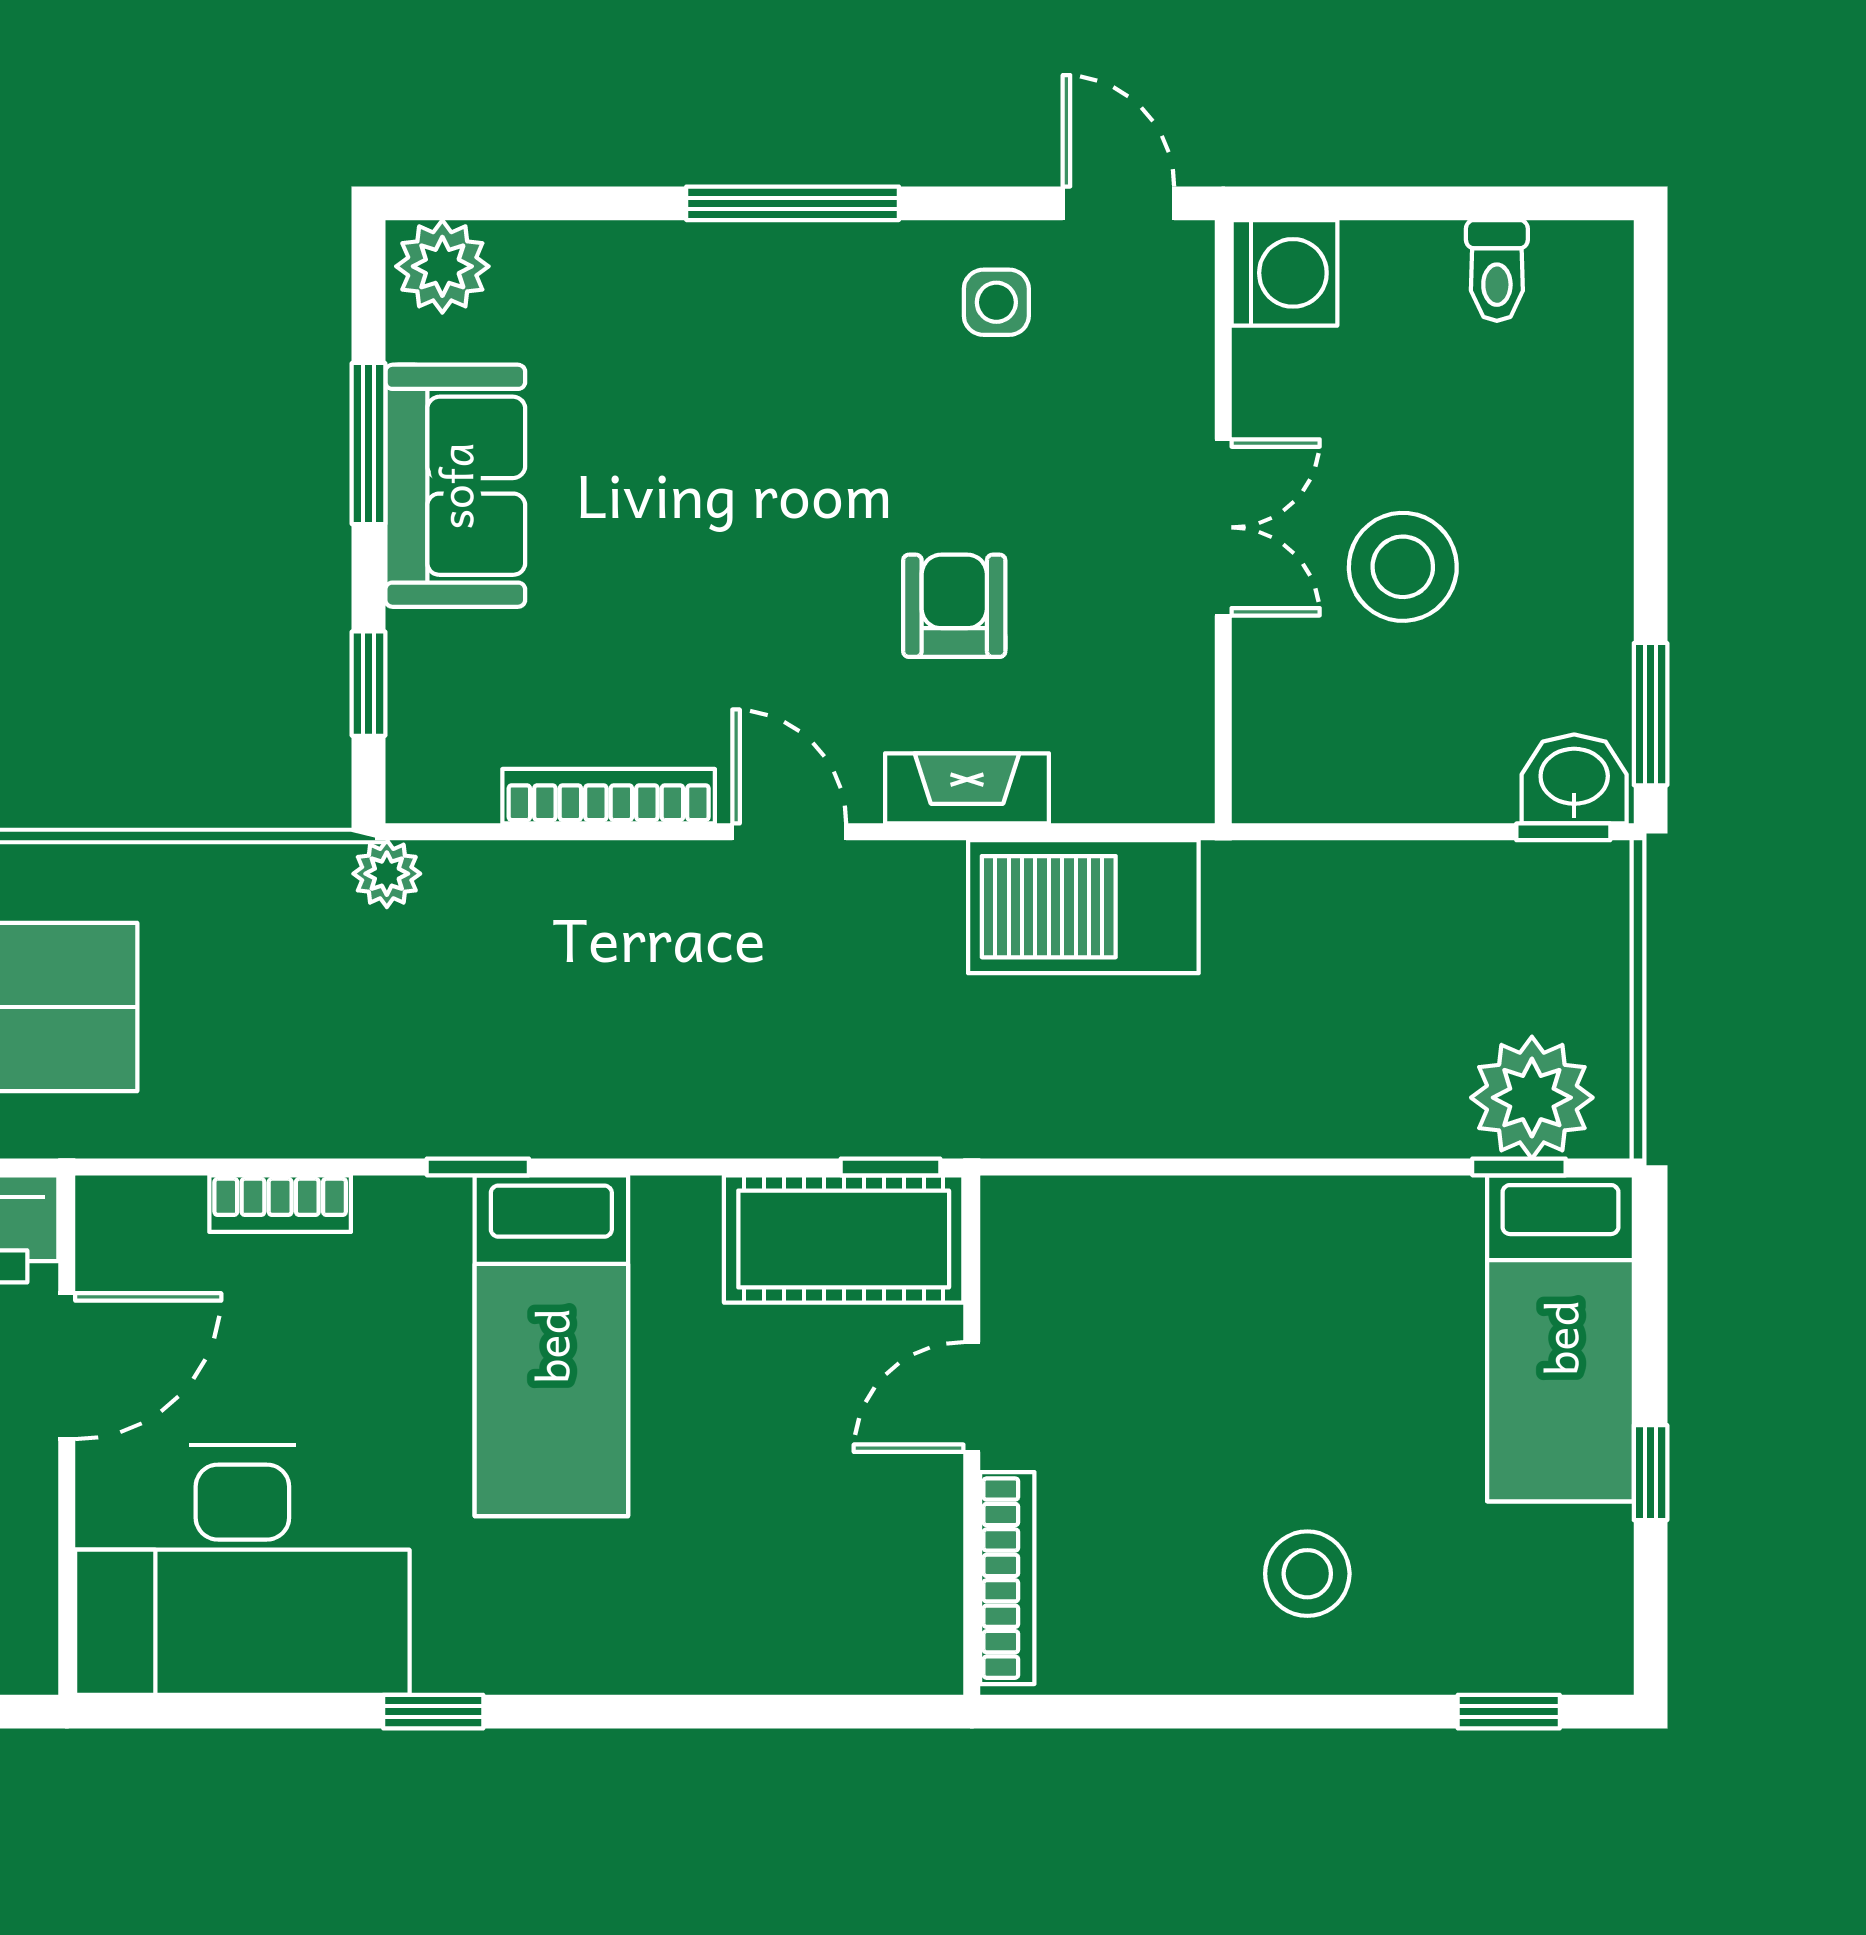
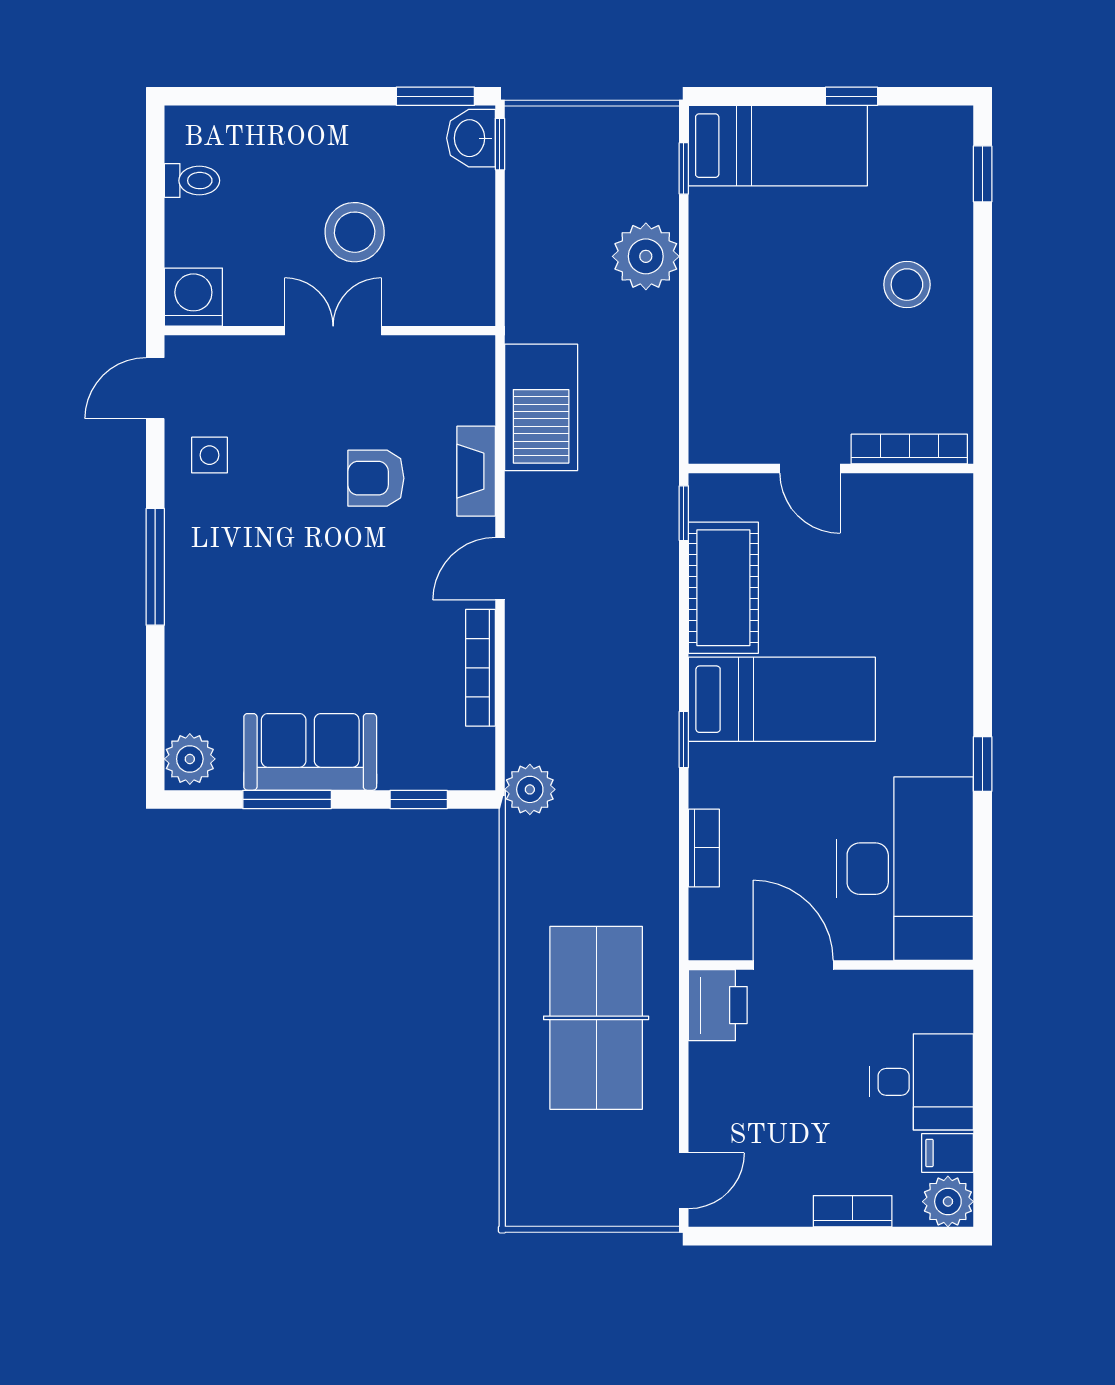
plant: (387, 874) -> (530, 789), width x1.38, depth x1.38
plant: (1532, 1098) -> (646, 256), moved
cot: (844, 1239) -> (723, 588), moved

